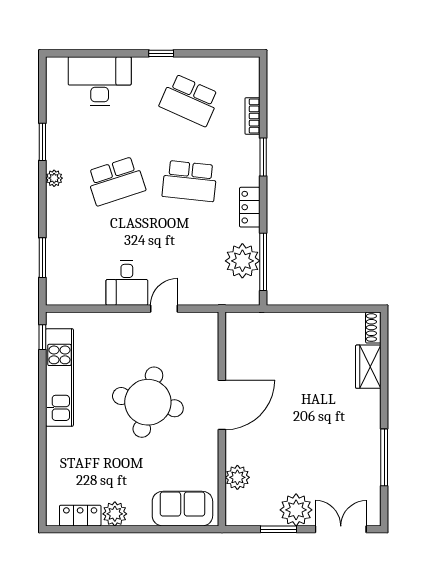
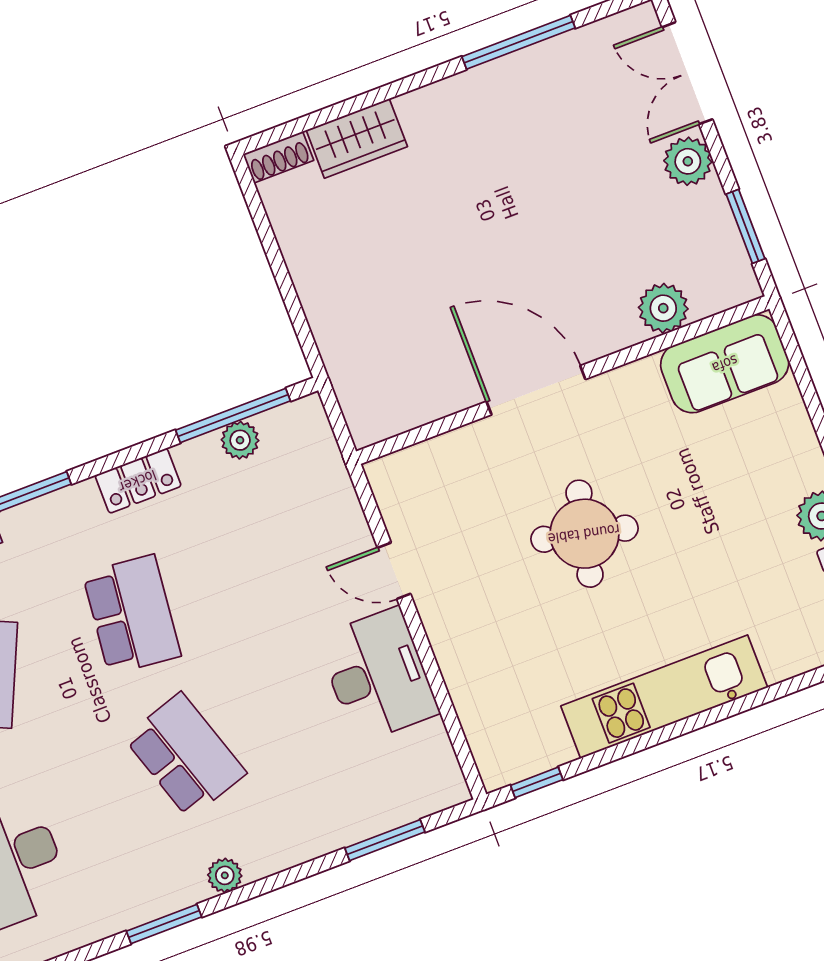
plant: (242, 261) -> (240, 440), width x0.53, depth x0.53
desk: (127, 283) -> (378, 675), width x1.37
kitchen unit: (59, 377) -> (664, 697), moved
round table: (148, 402) -> (584, 534), width x0.73, depth x0.73
sofa: (182, 509) -> (725, 364), moved, turned -90
plant: (296, 510) -> (688, 161), width x0.73, depth x0.73
window: (278, 529) -> (745, 226), moved

